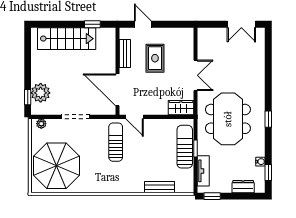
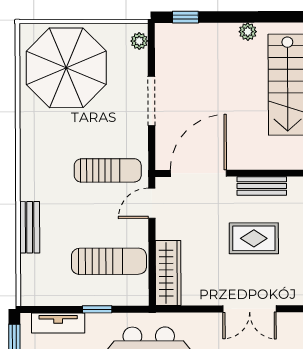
double door: (195, 75) -> (250, 309), moved
plant: (41, 93) -> (248, 32), moved, width x0.53, depth x0.53
wardrobe: (181, 108) -> (168, 273), width x1.50
sun lounger: (185, 147) -> (109, 261), moved
bench: (159, 187) -> (30, 227), moved

